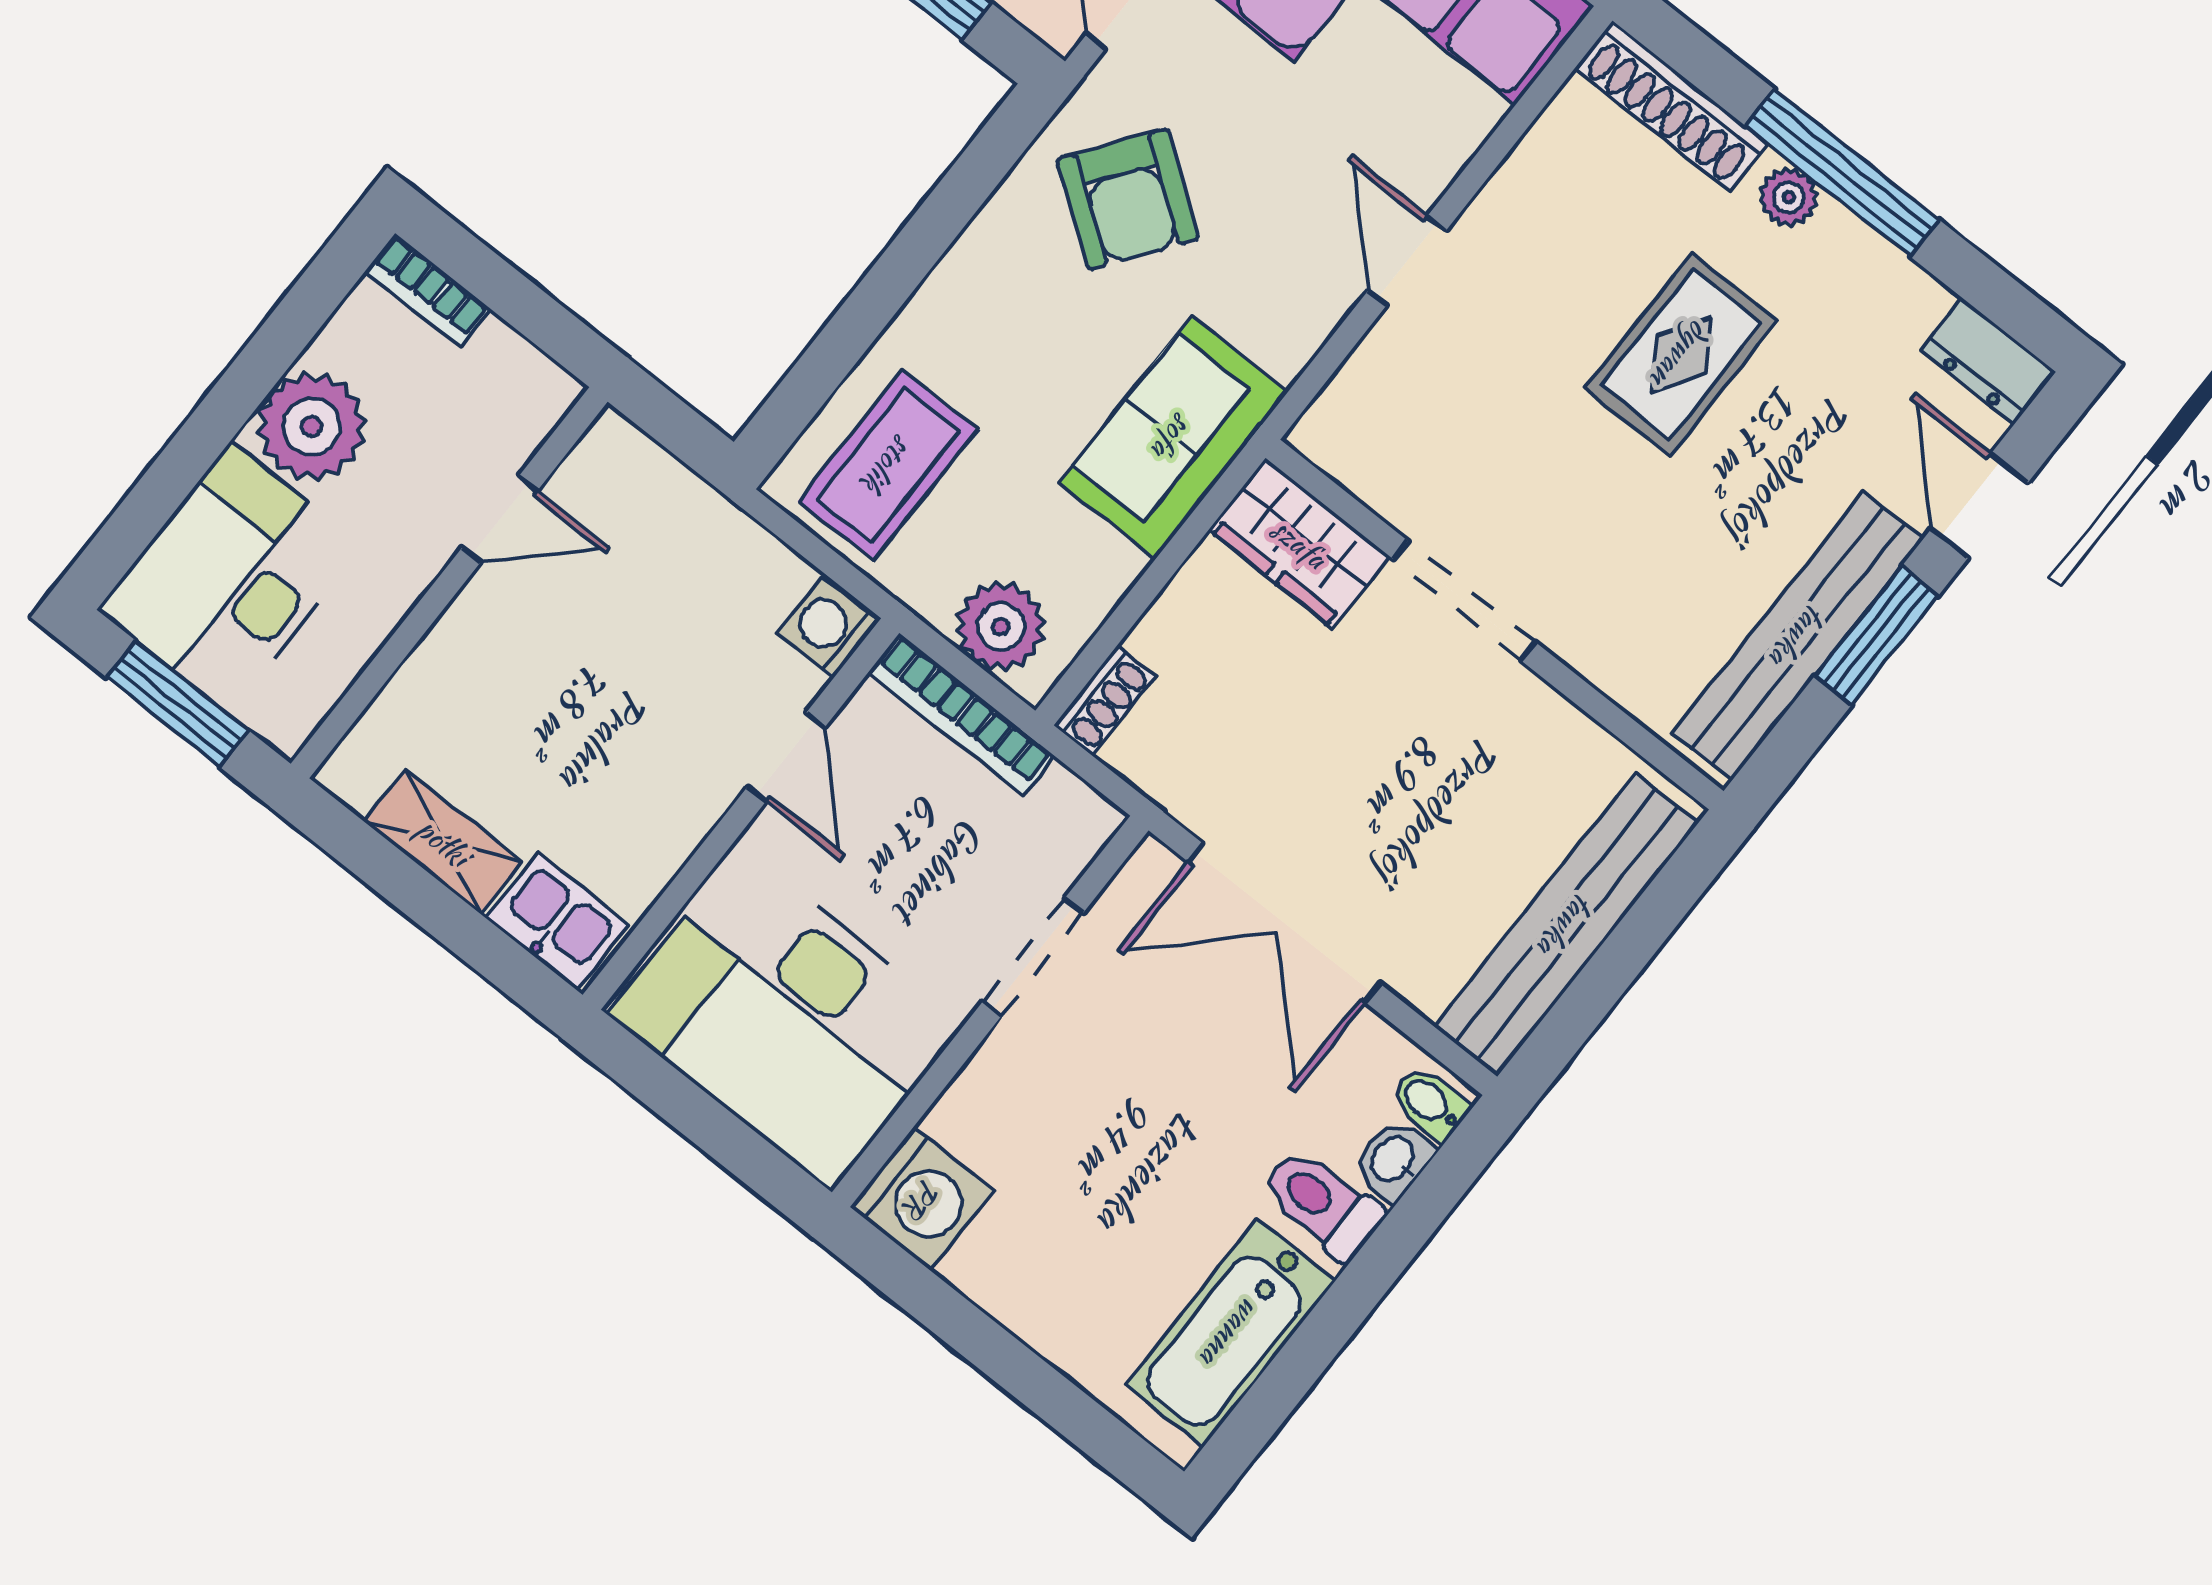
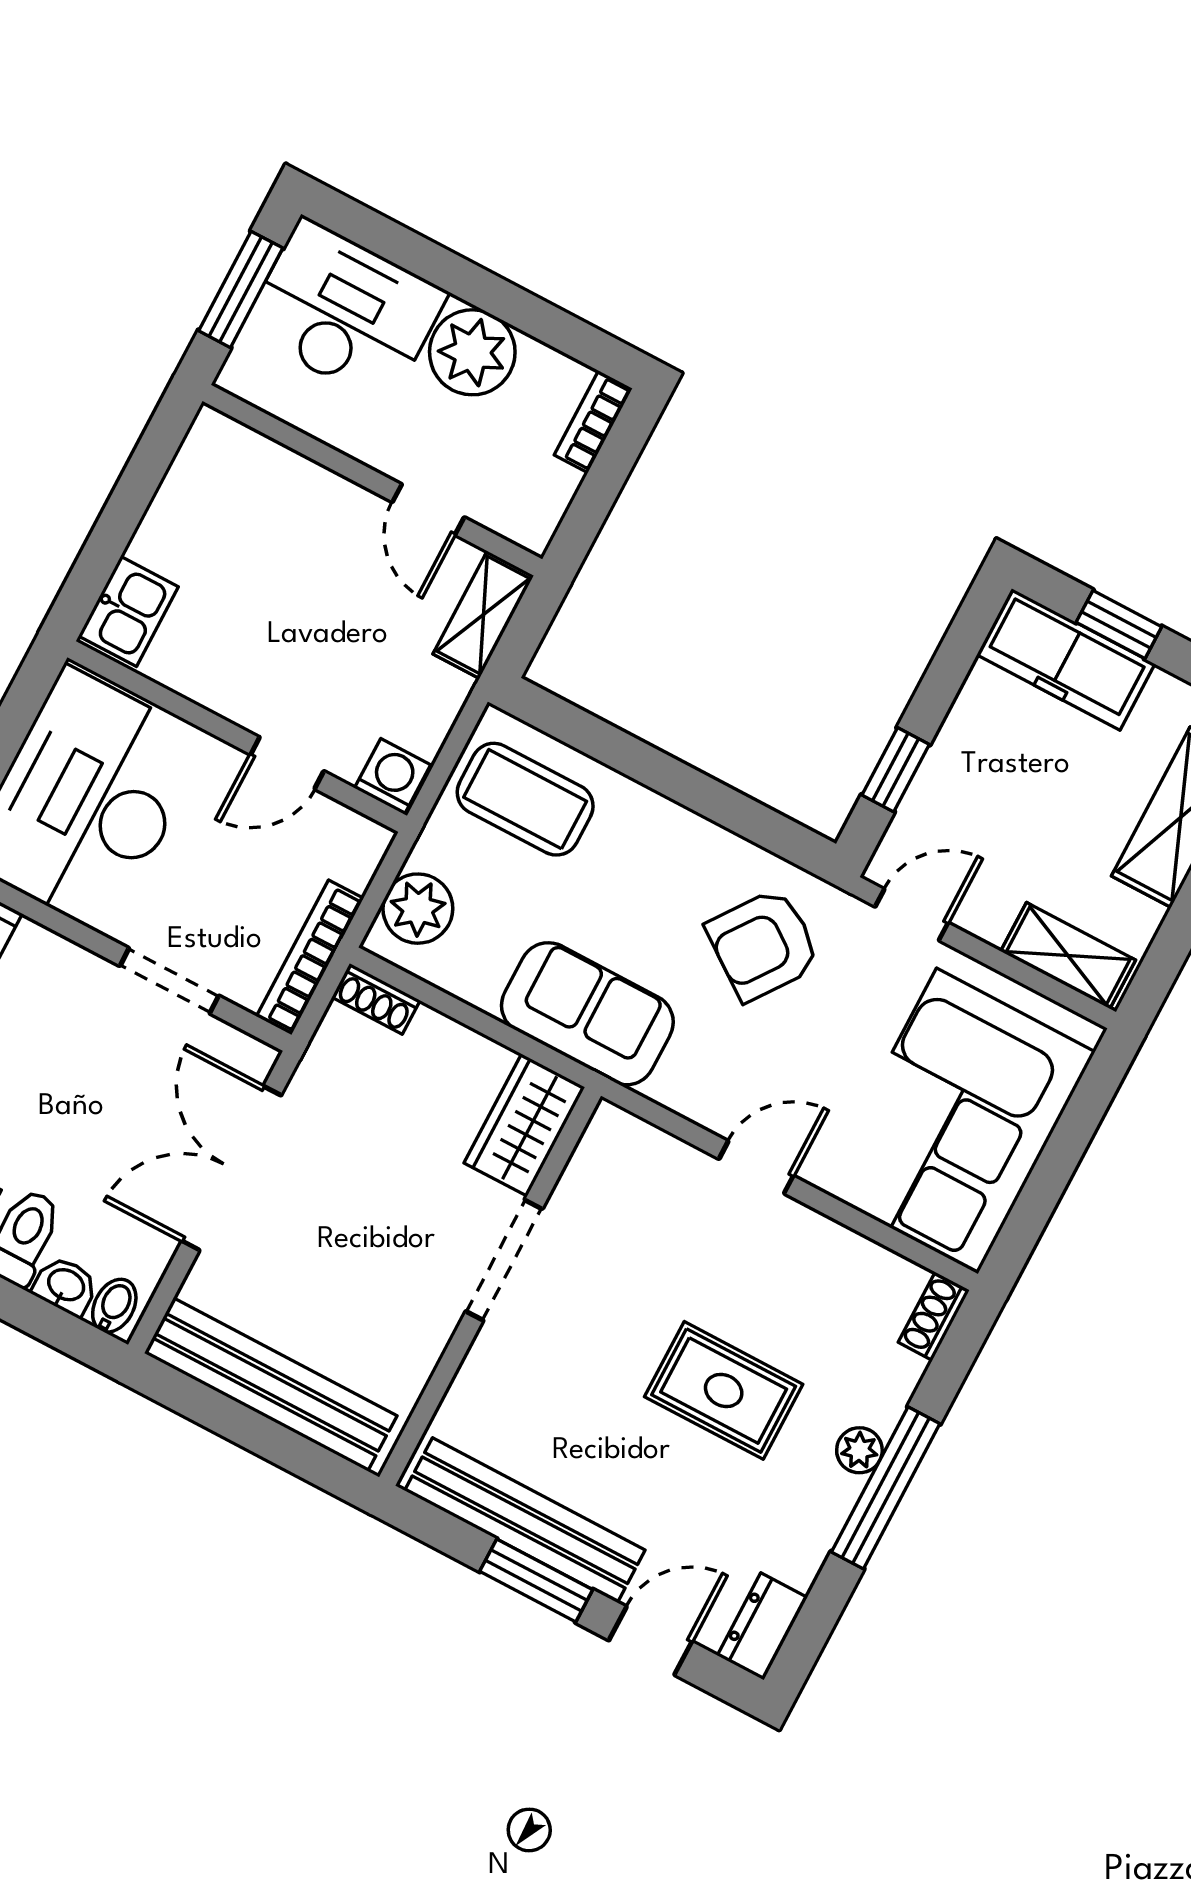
shoe rack: (1671, 106) -> (934, 1316), width x0.51, depth x0.81
bookcase: (961, 714) -> (310, 957), moved
shelving: (443, 842) -> (483, 615), moved

